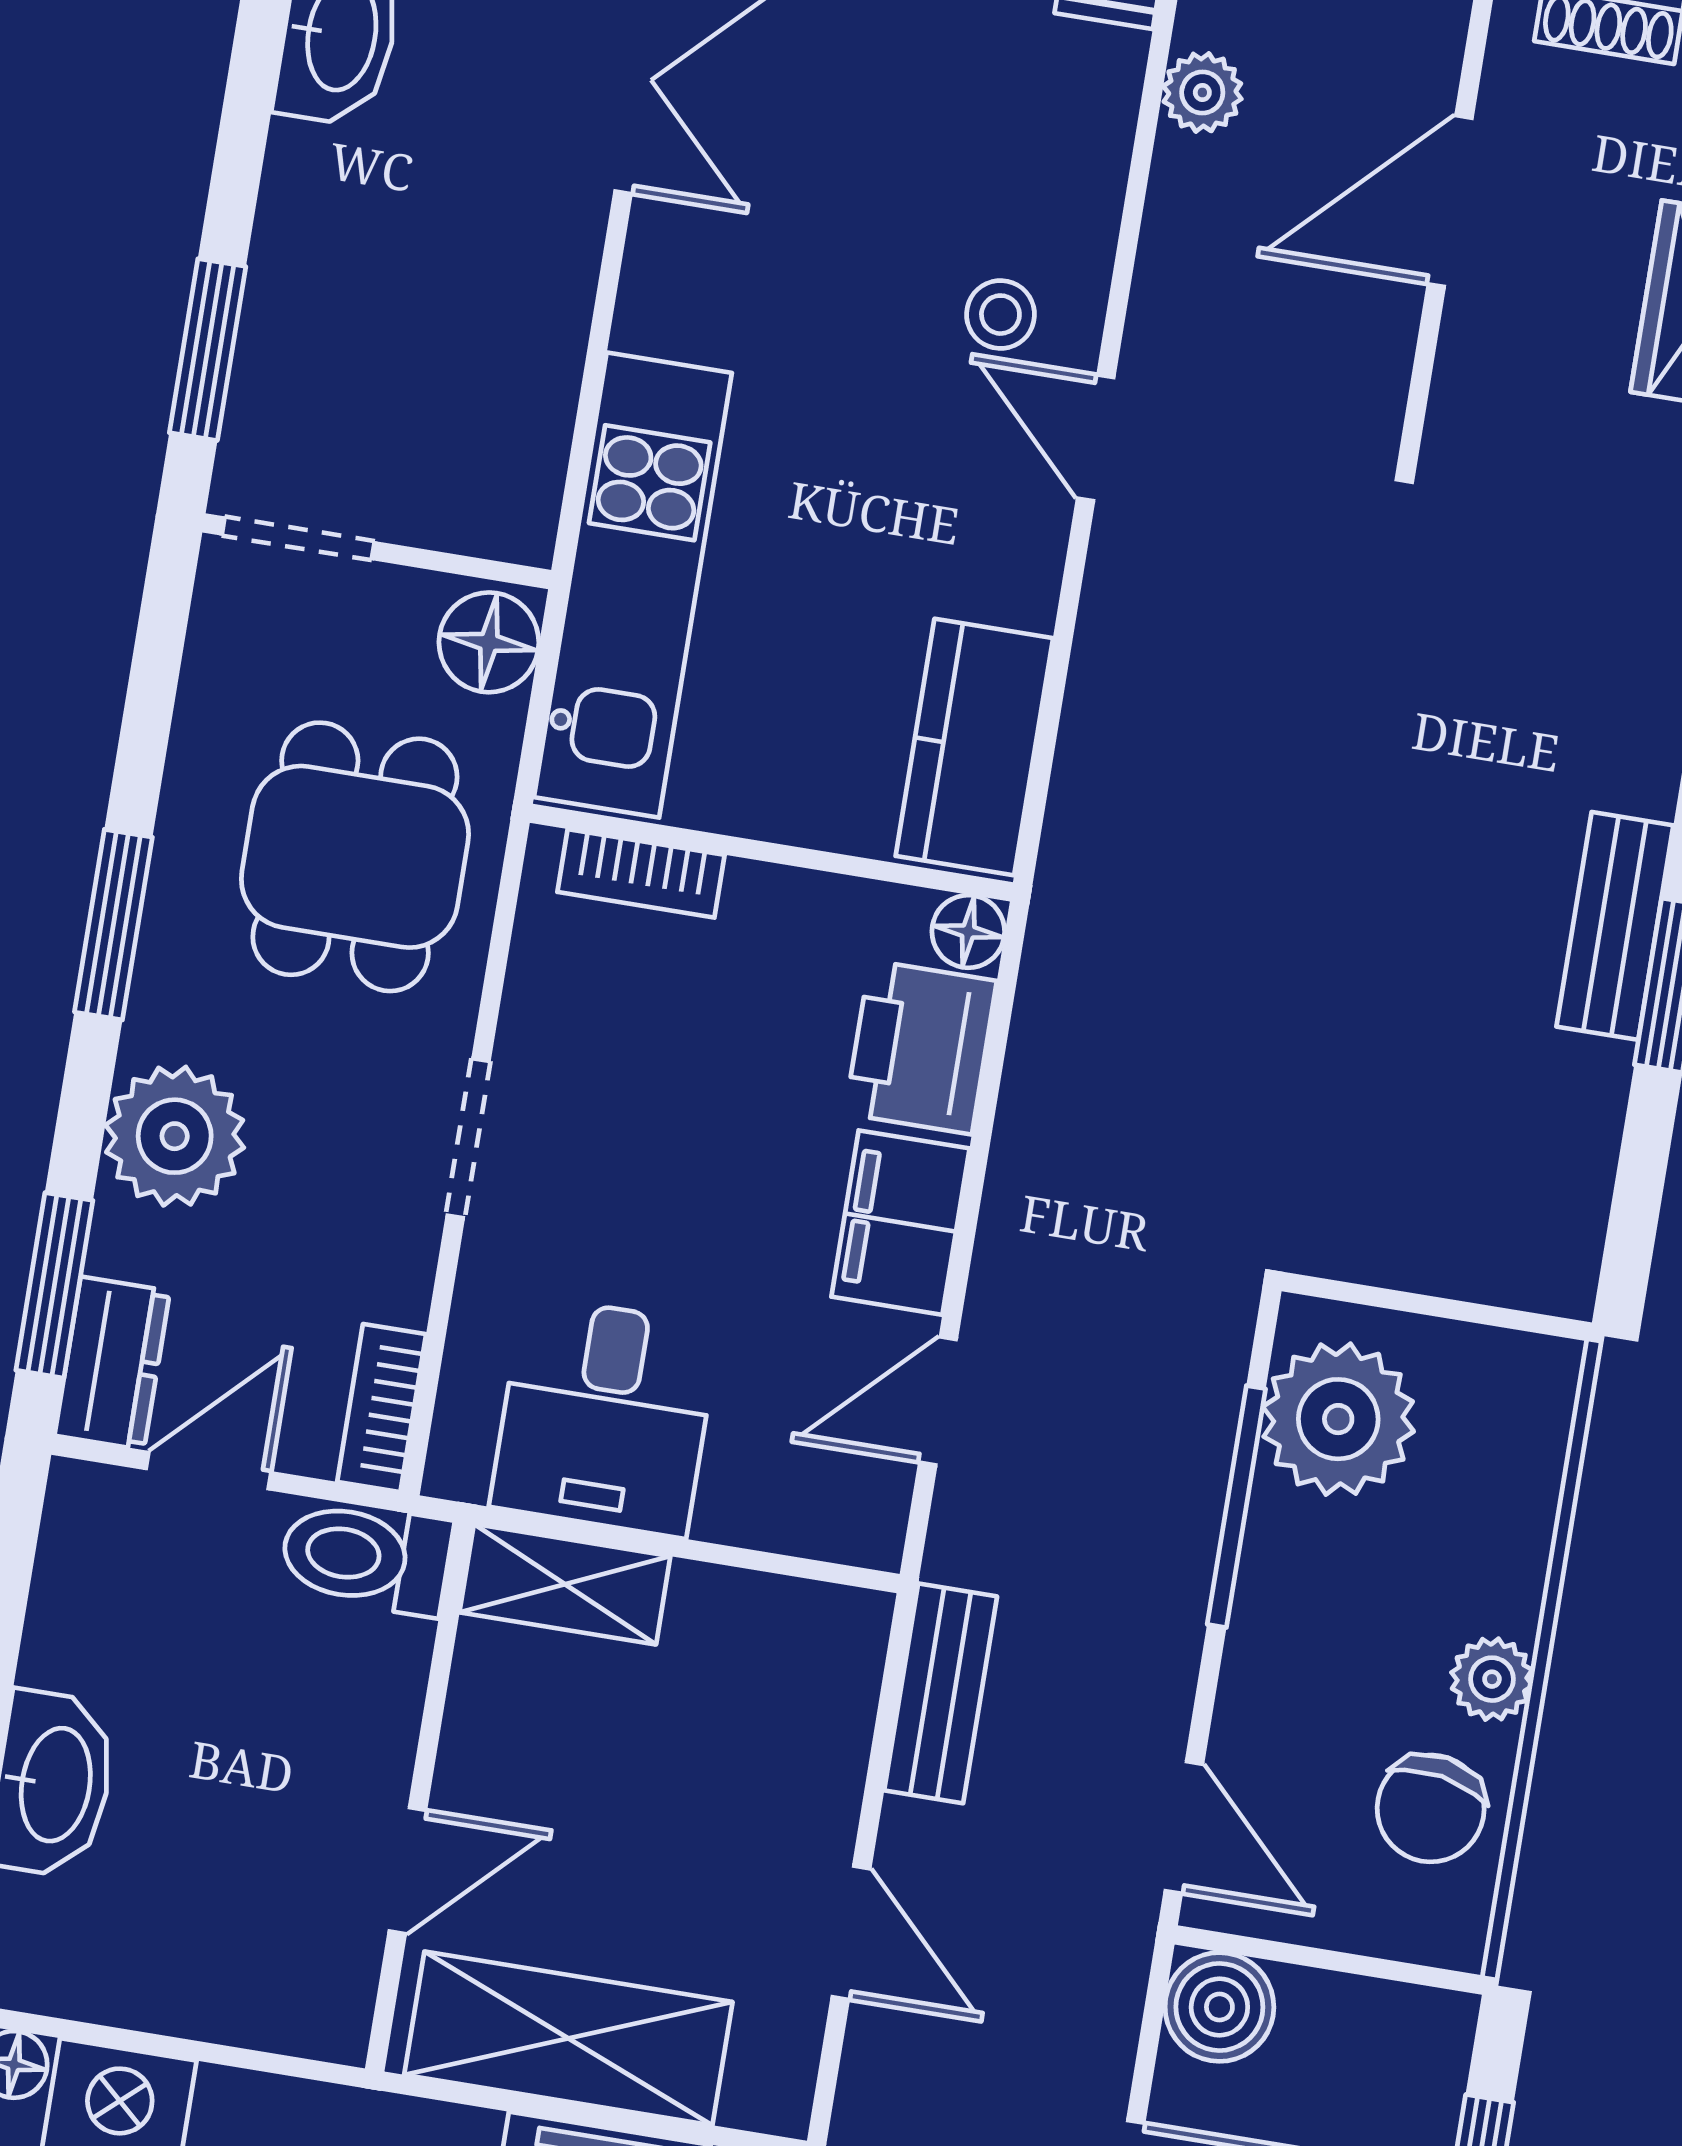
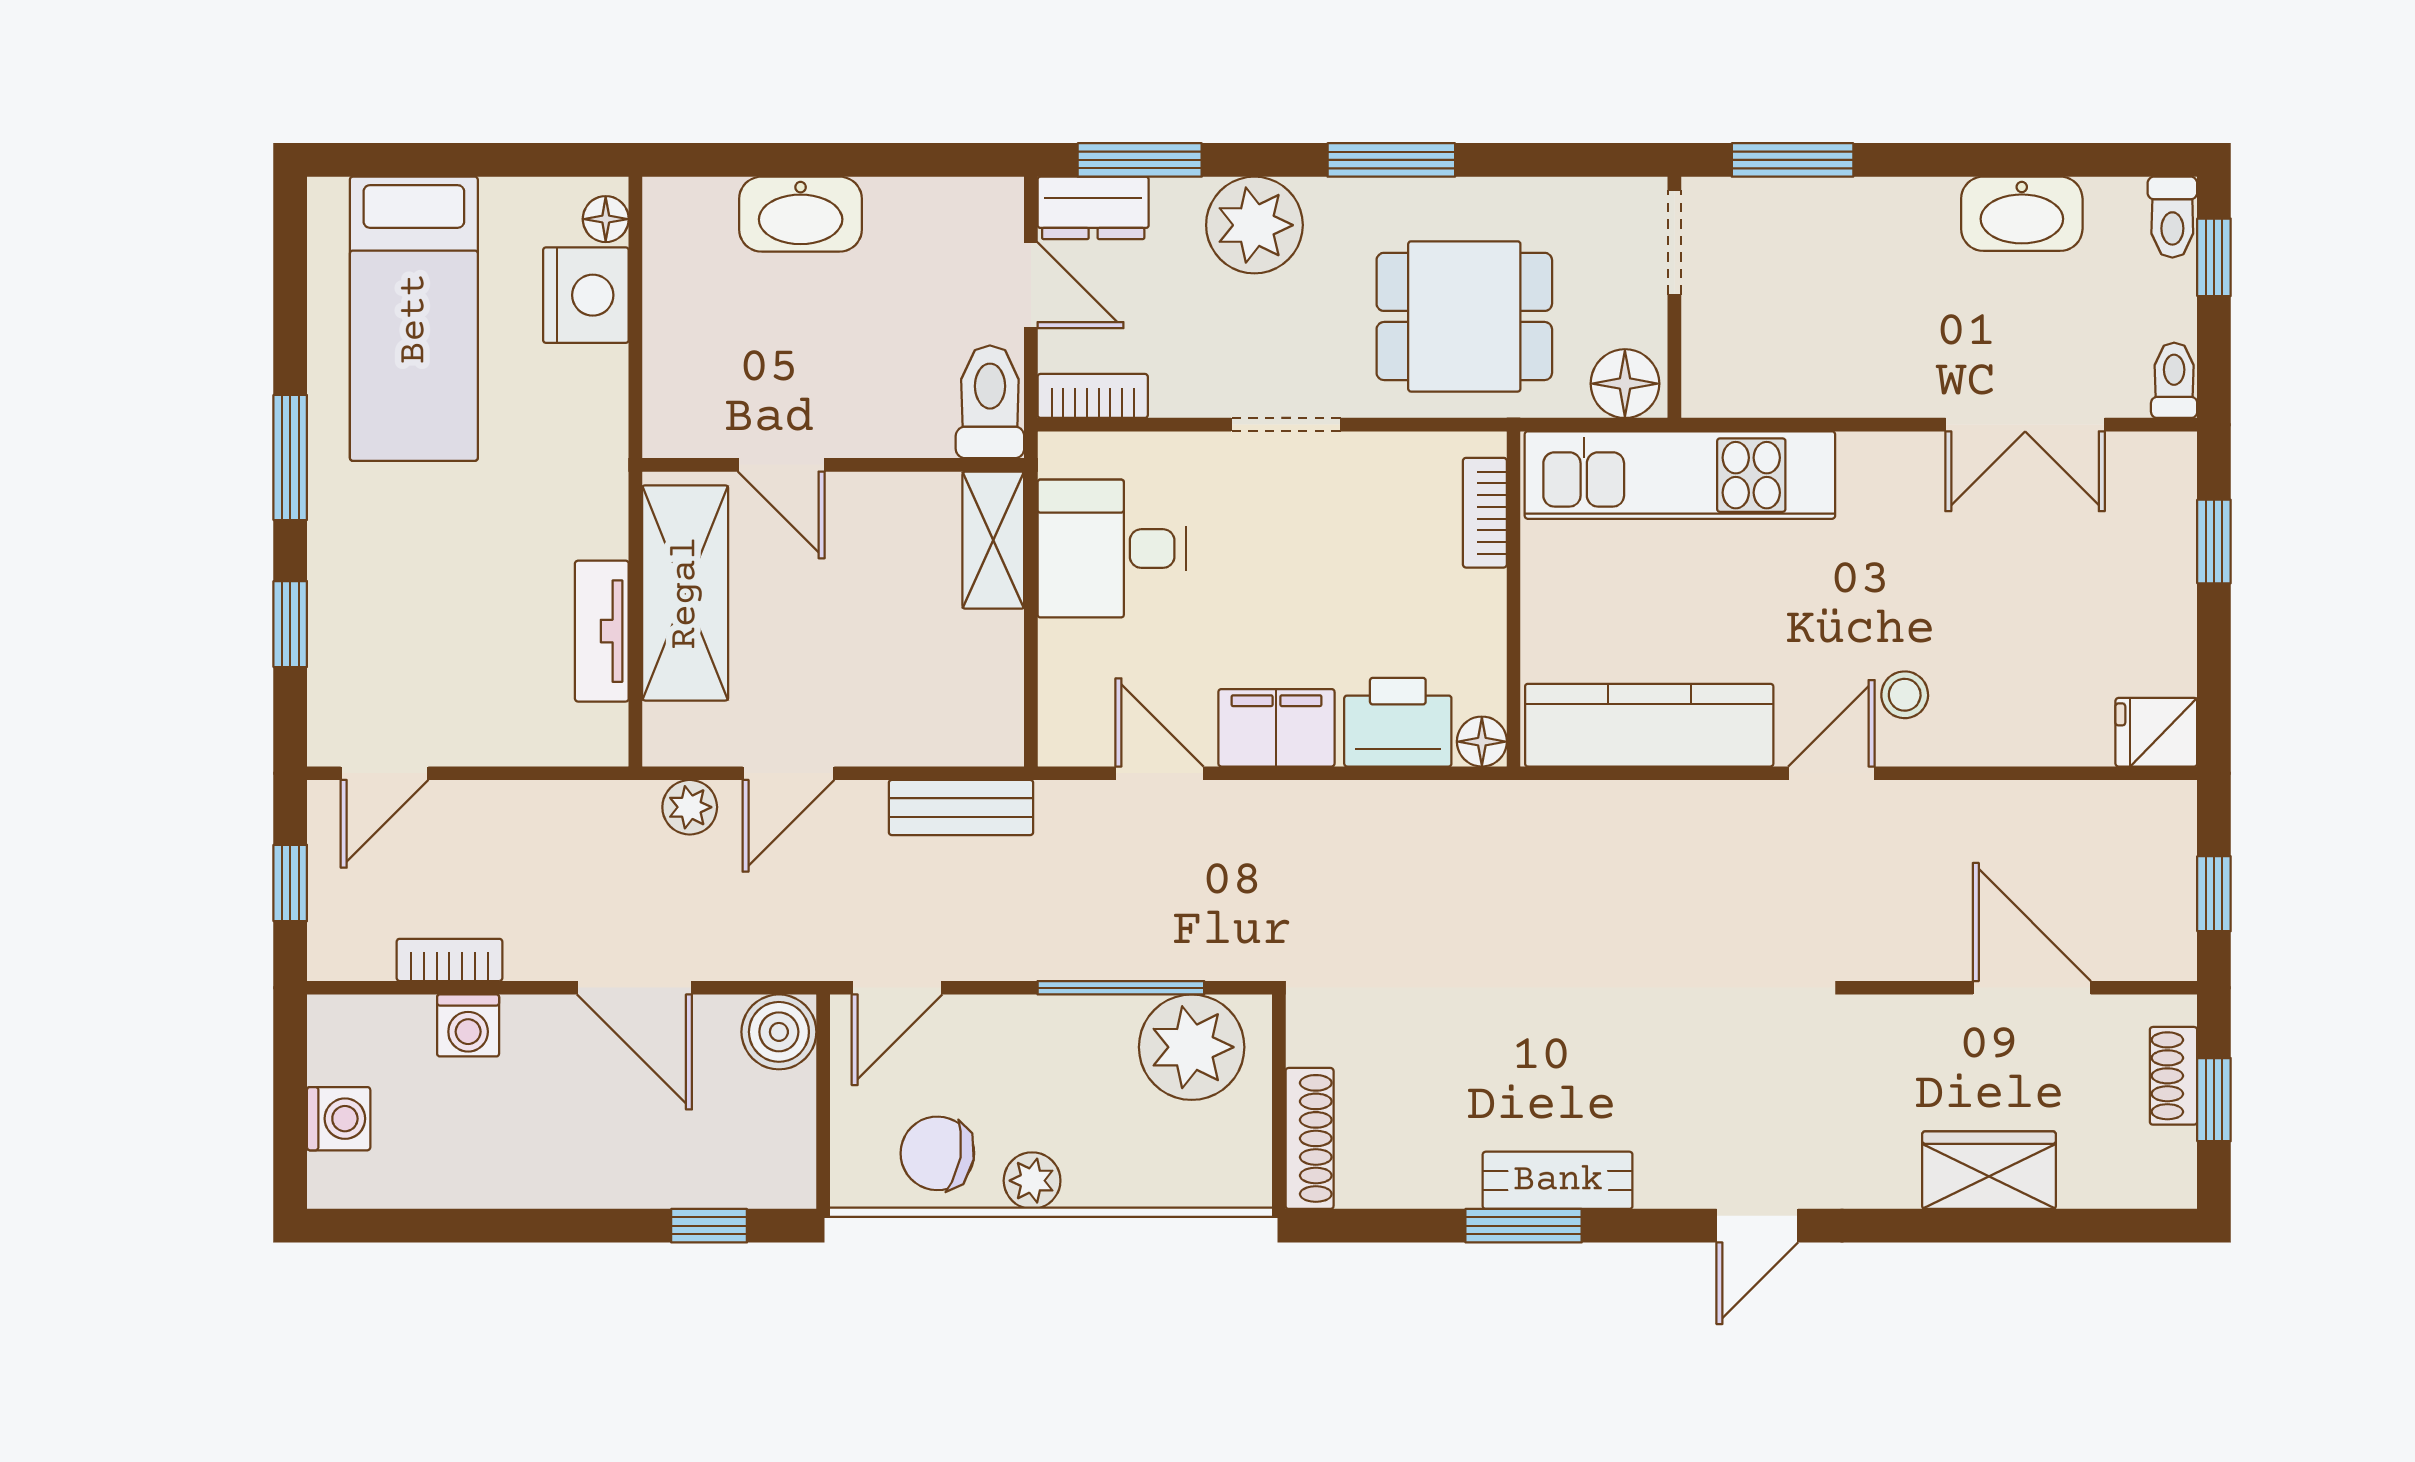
plant: (1202, 92) -> (690, 807), moved
kitchen counter: (974, 747) -> (1649, 725), width x1.50
shoe rack: (1497, 1271) -> (1310, 1138), added

